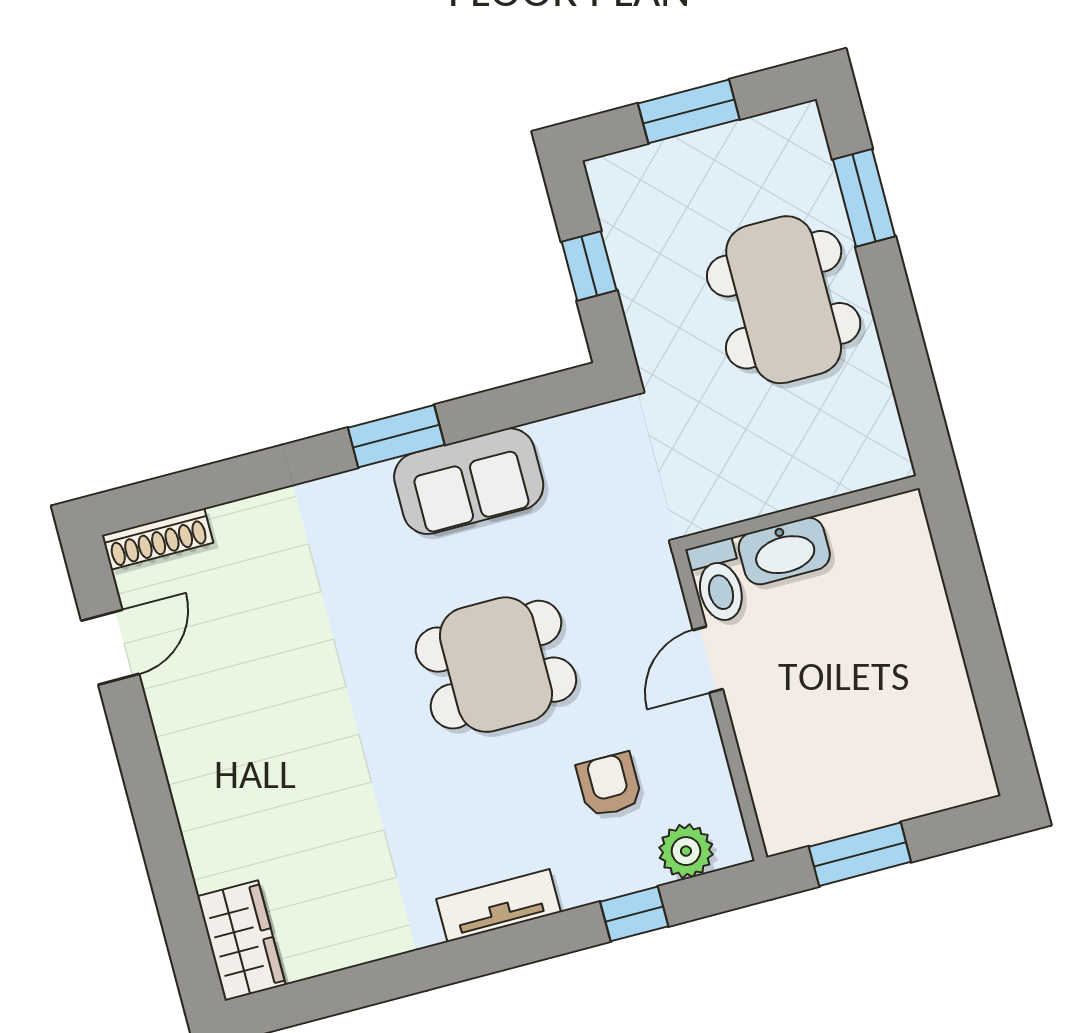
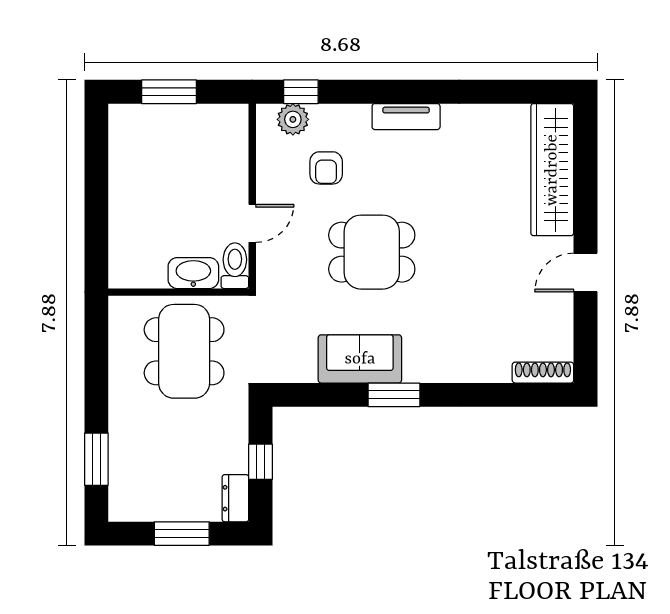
dresser: (615, 194) -> (235, 498), added
dining table: (784, 300) -> (184, 351), moved
door: (110, 647) -> (585, 272), moved
window: (860, 854) -> (169, 92), moved
window: (634, 914) -> (301, 92), moved
wardrobe: (241, 941) -> (552, 170), width x2.10, depth x1.17

